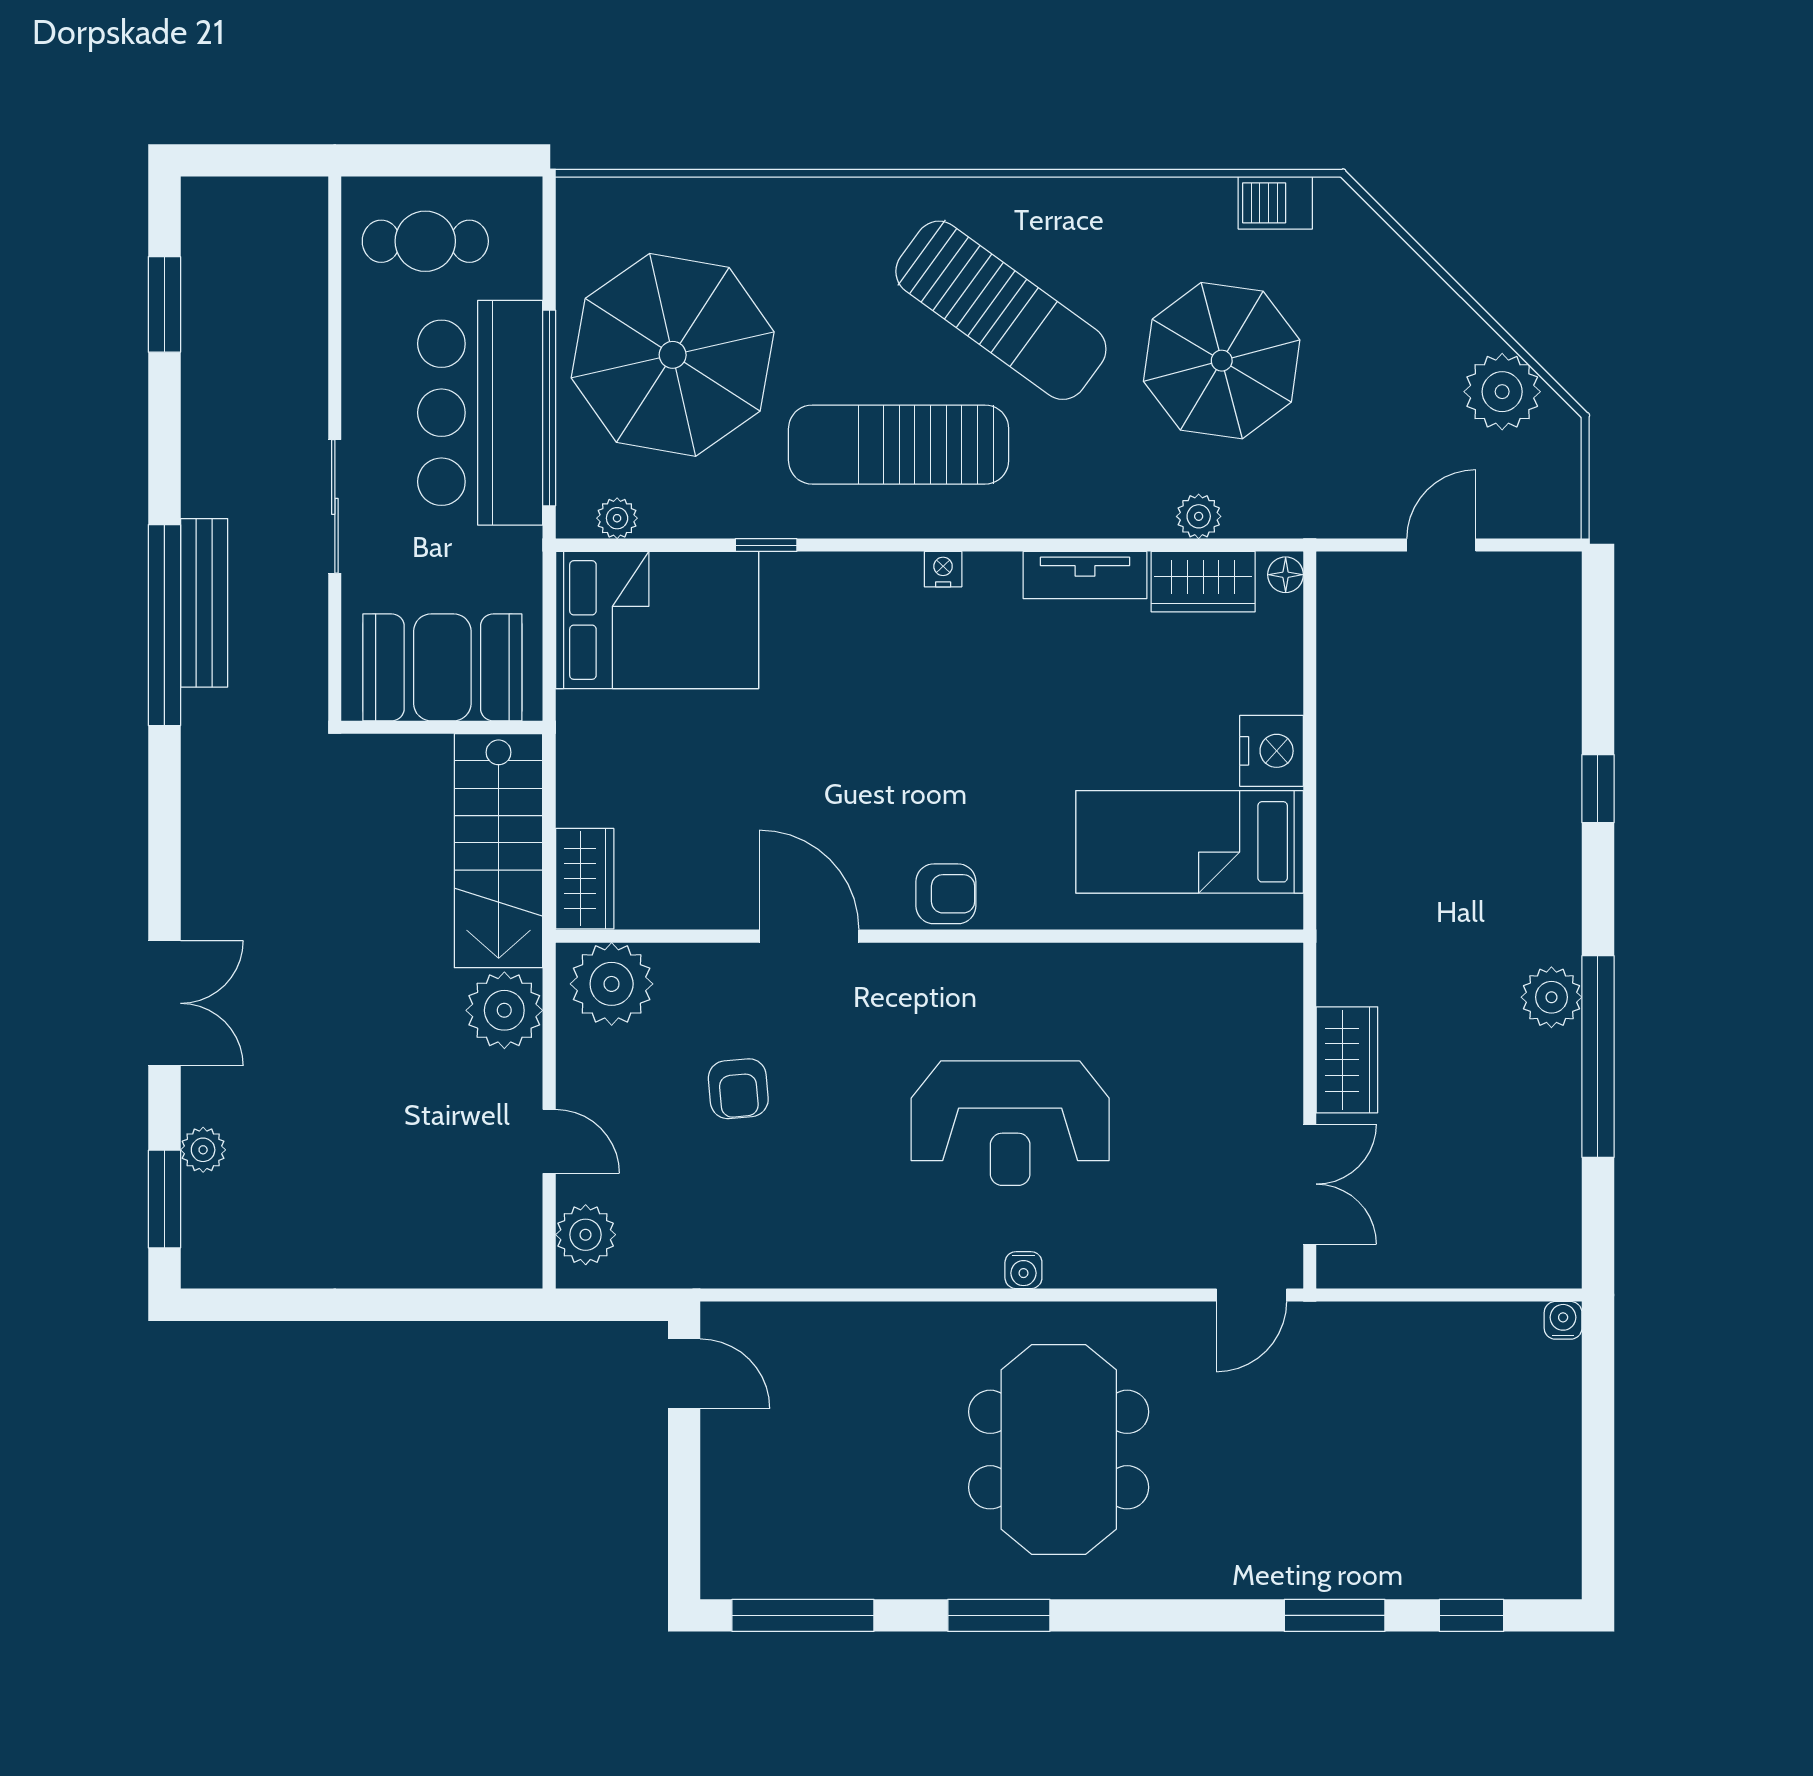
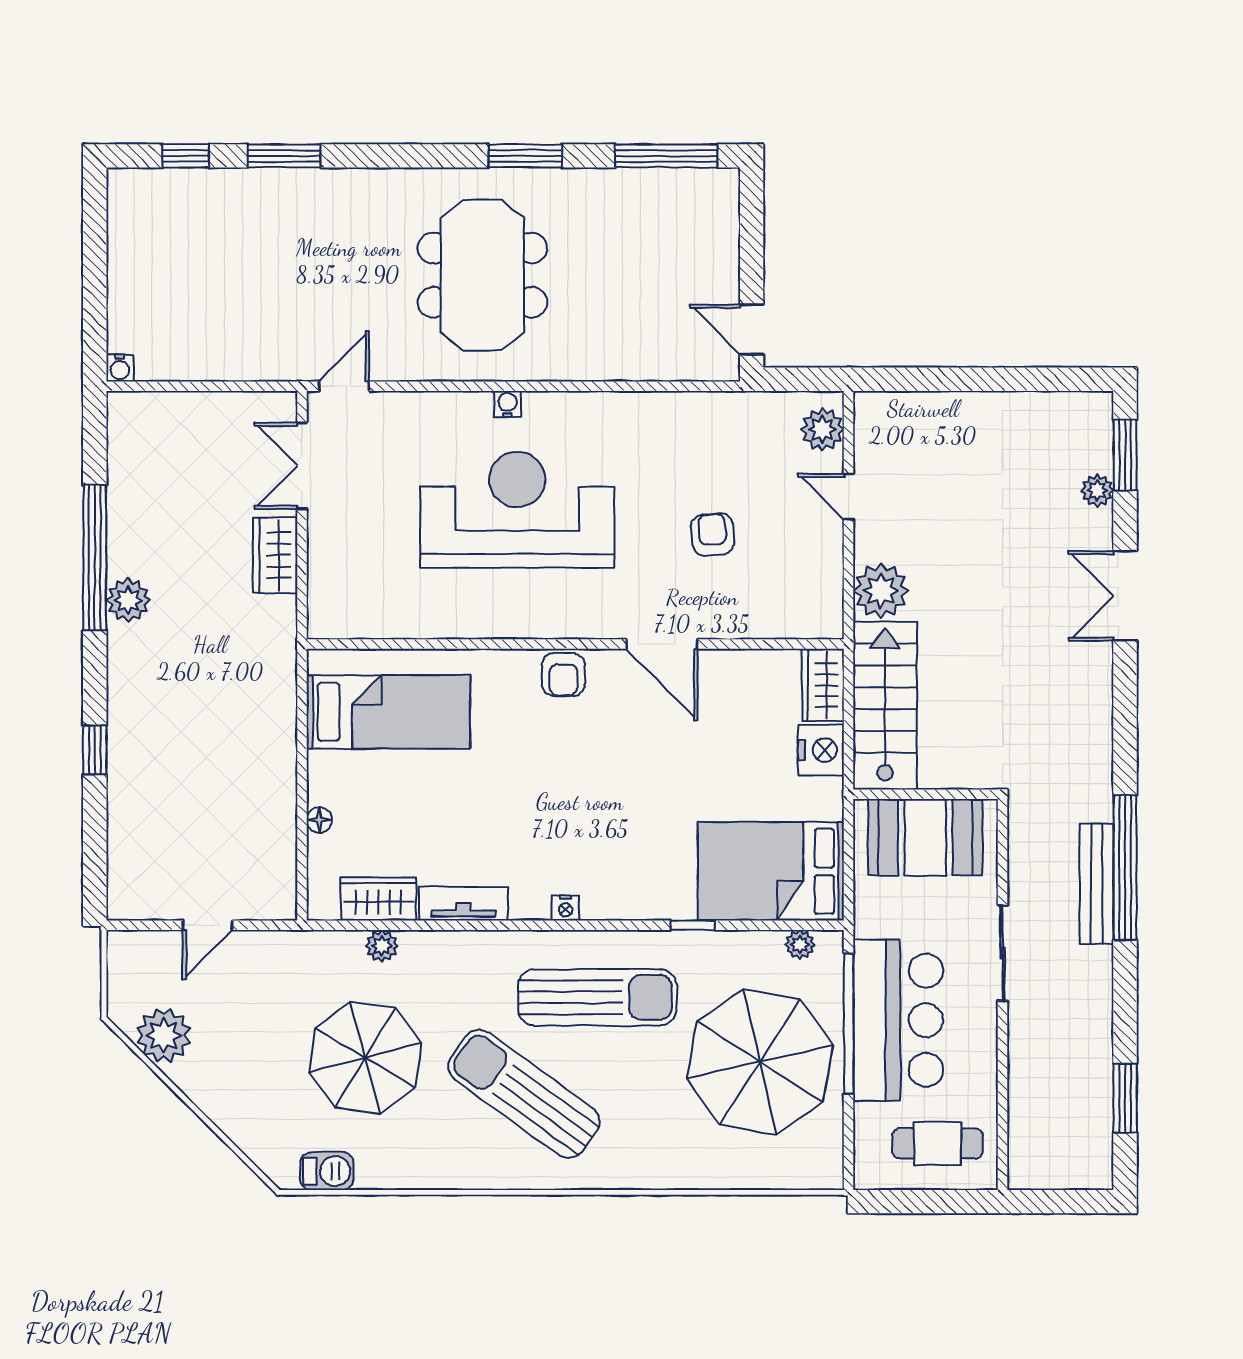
floor lamp: (1286, 575) -> (319, 820), moved
nightstand: (1272, 751) -> (821, 750), moved, turned 180
armchair: (946, 894) -> (563, 675), turned -90
plant: (612, 984) -> (804, 610), removed
reception desk: (1010, 1123) -> (517, 510), width x1.36, depth x1.30

